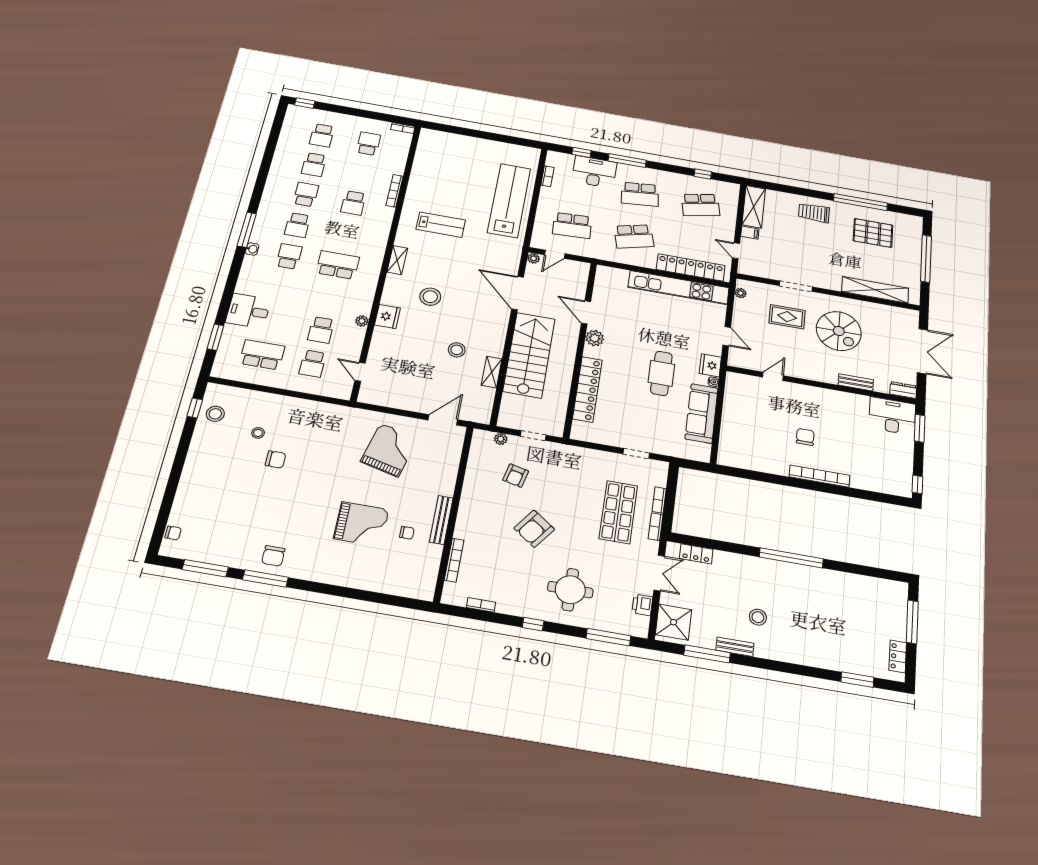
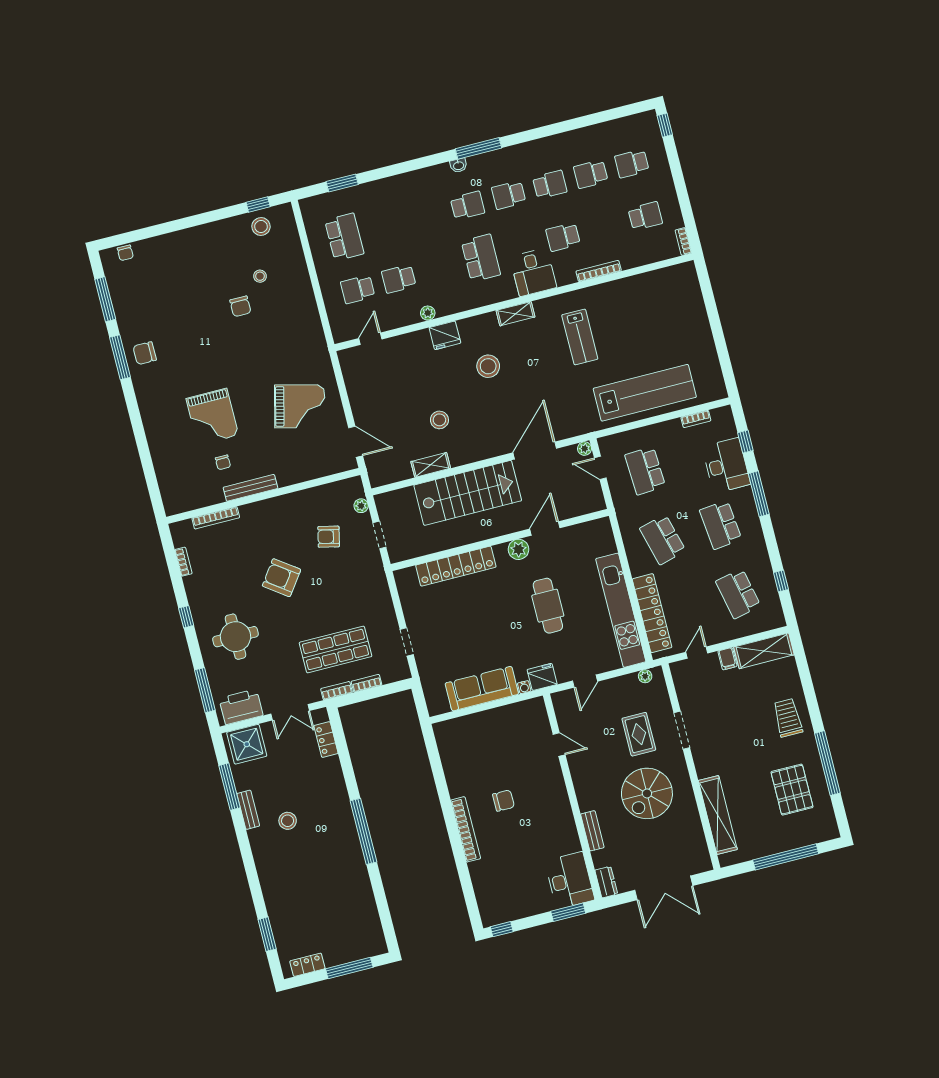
desk: (248, 311) -> (533, 272), moved, turned 180
cafe table: (661, 373) -> (548, 606), moved, turned 90
printer: (642, 605) -> (241, 707), width x1.87, depth x1.48

